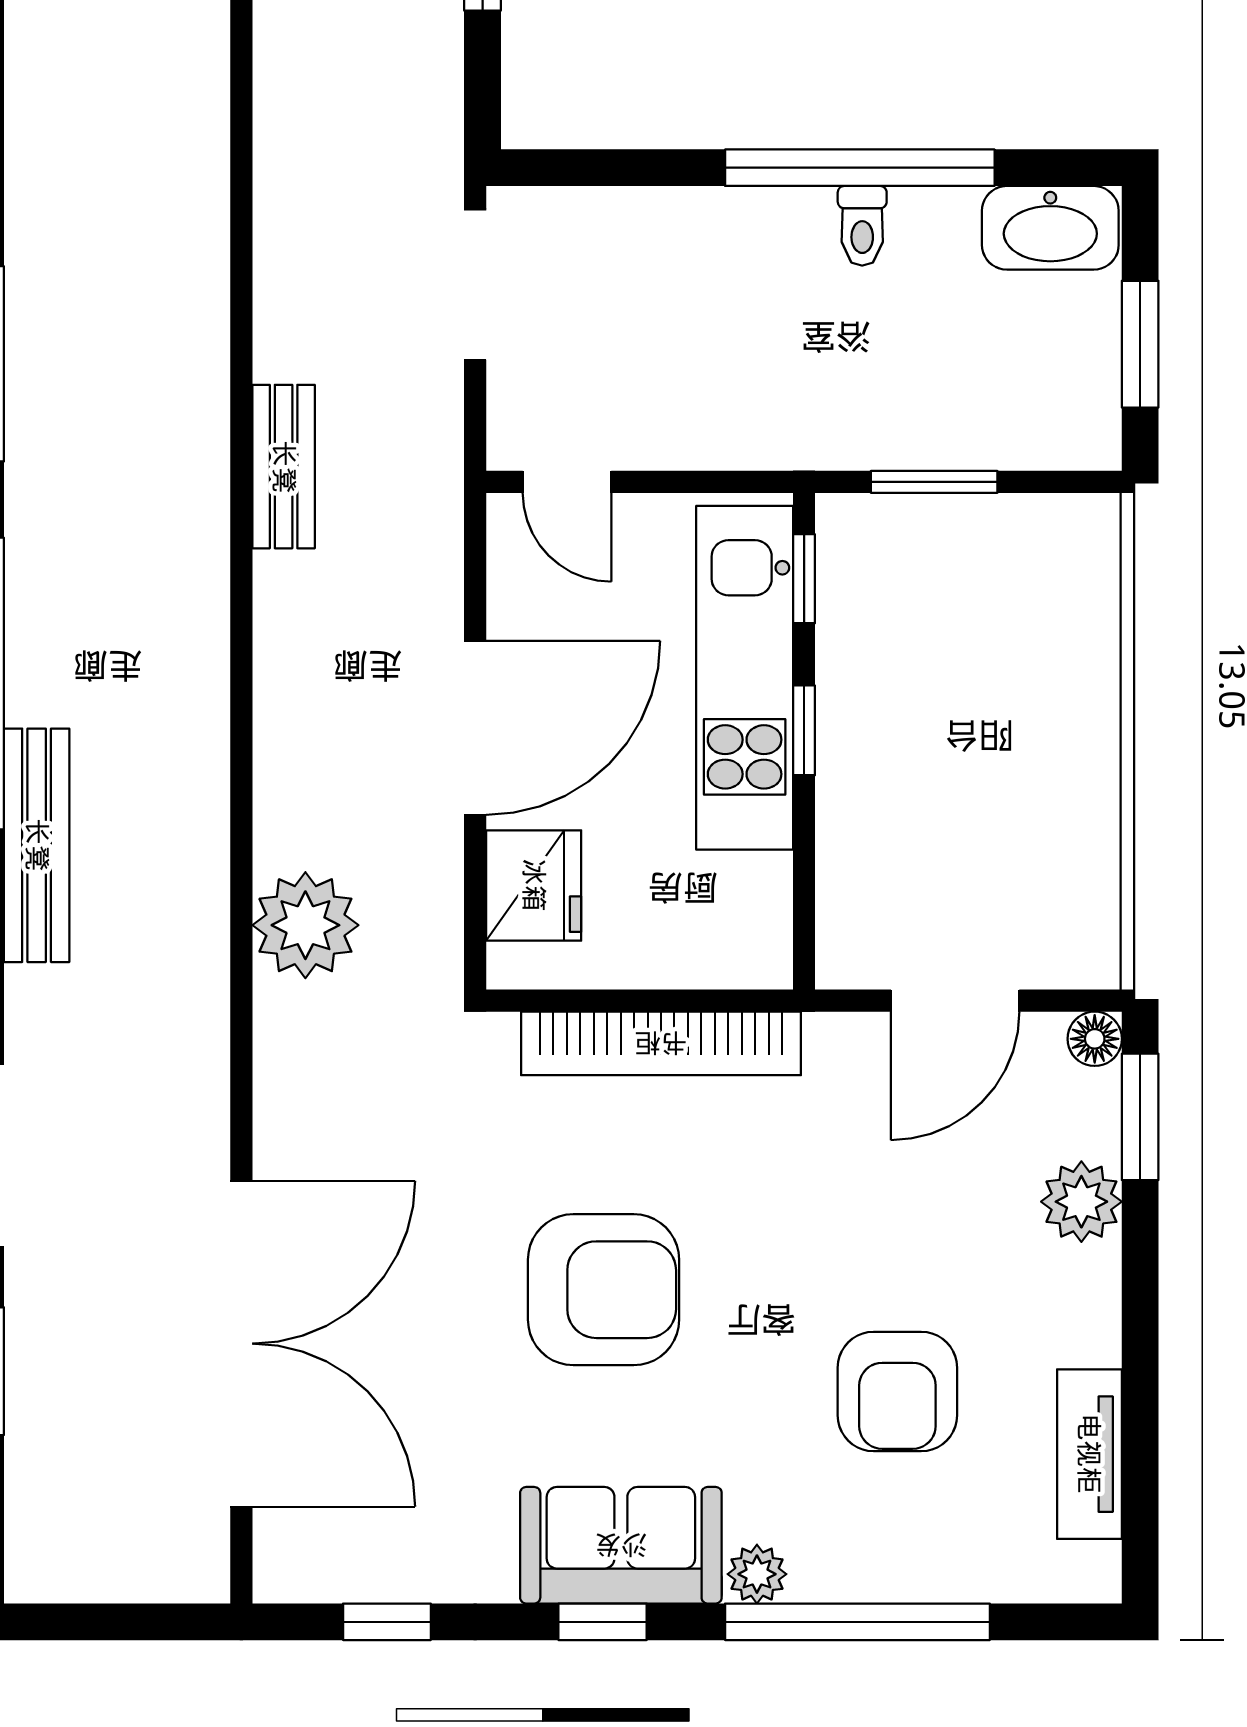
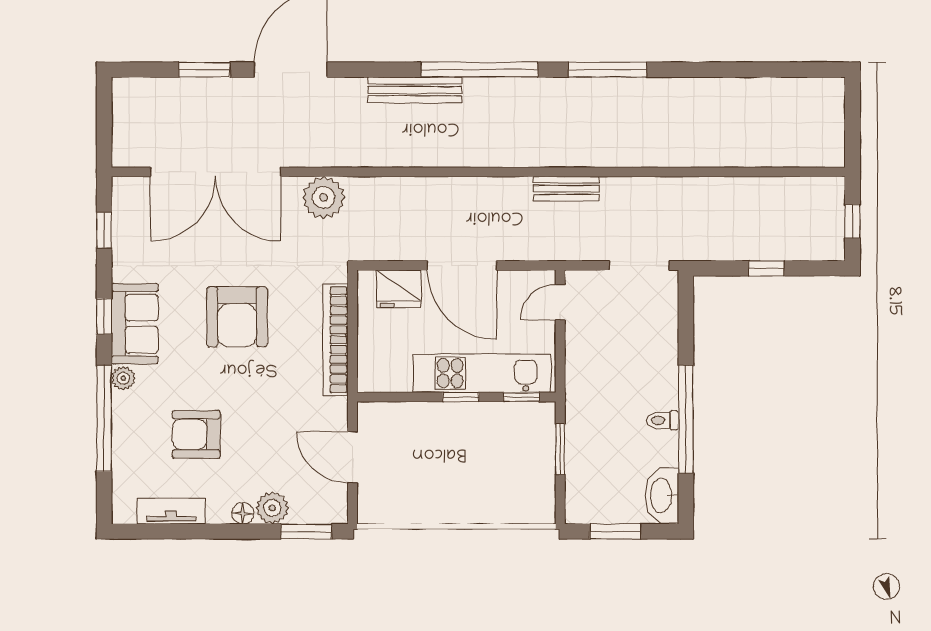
plant: (305, 925) -> (324, 198), moved
floor lamp: (1095, 1039) -> (243, 513), moved

